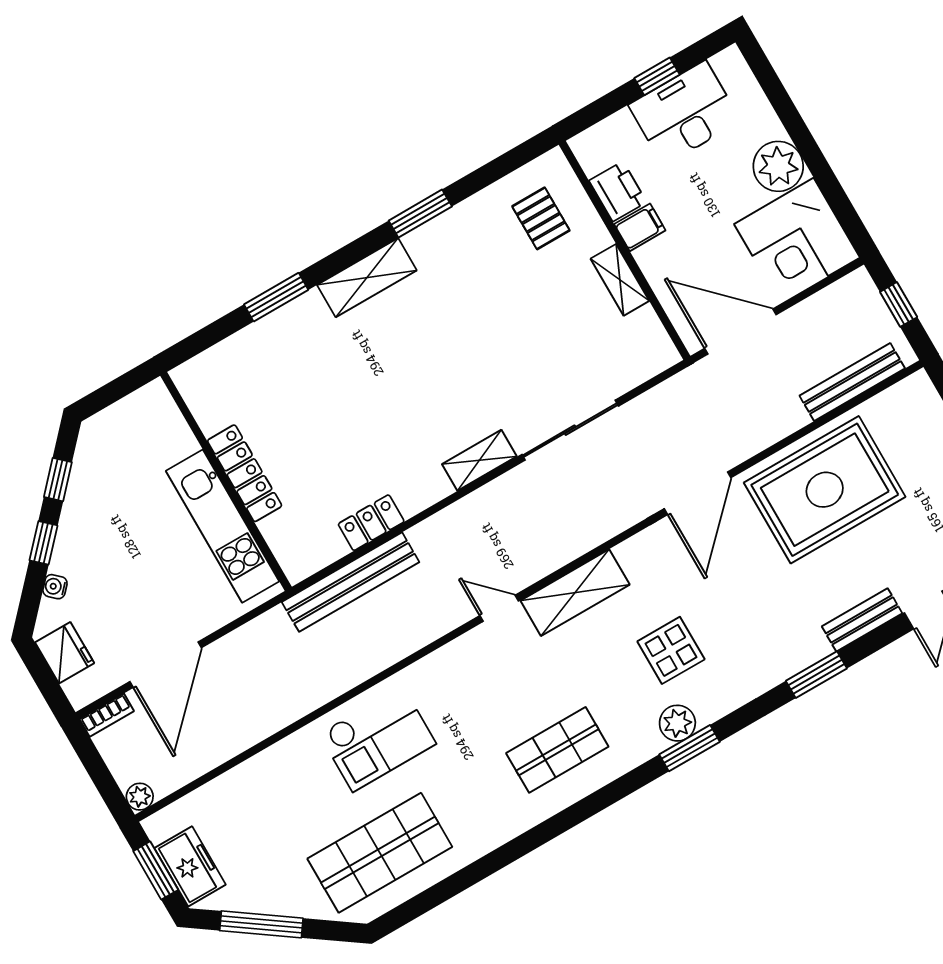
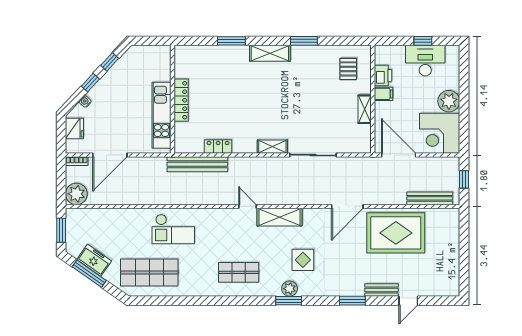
plant: (140, 797) -> (76, 194), width x1.87, depth x1.87
freezer: (190, 866) -> (94, 260), moved, turned -55

